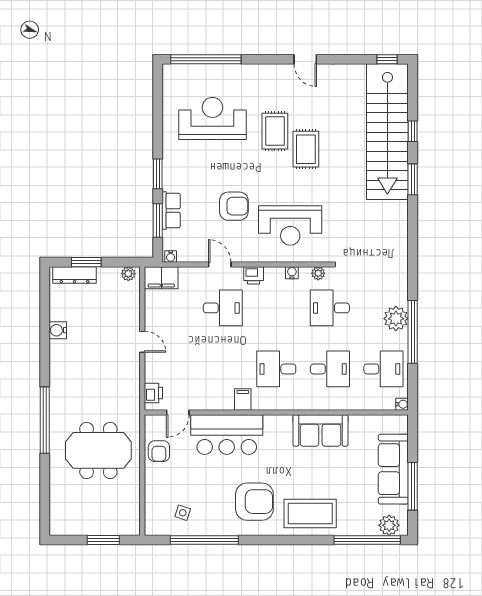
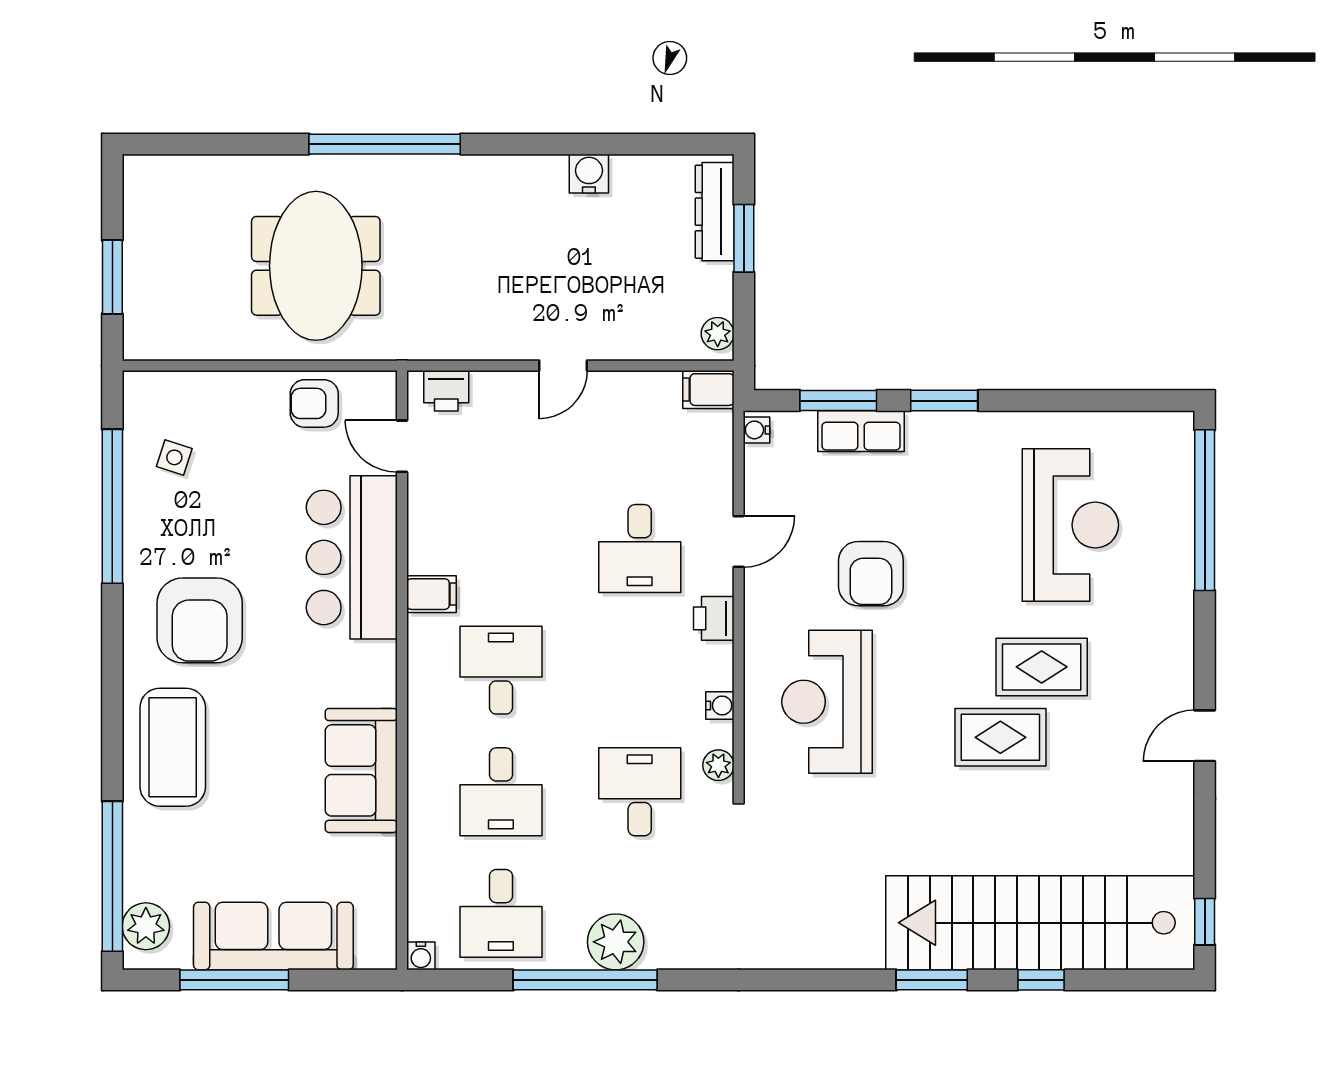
filing cabinet: (161, 278) -> (708, 390), width x0.50

